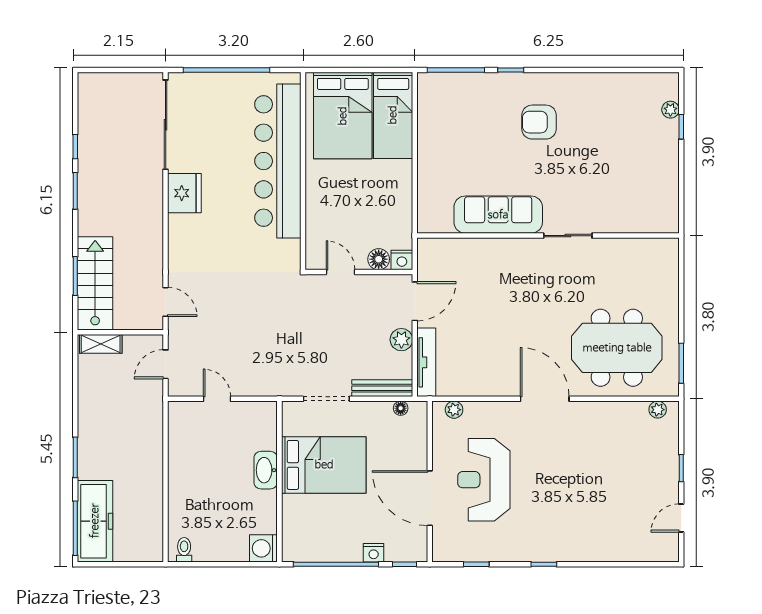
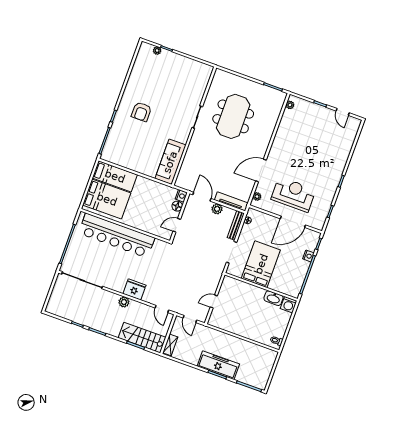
fridge: (184, 193) -> (134, 289), moved
sofa: (498, 215) -> (170, 162), moved
plant: (152, 223) -> (124, 302), added
door: (166, 302) -> (162, 309), swing flipped
meeting table: (617, 348) -> (233, 116), moved
door: (545, 399) -> (261, 170), moved
washbasin: (266, 470) -> (273, 298), moved
reception desk: (484, 480) -> (293, 194), turned 180
freezer: (95, 521) -> (218, 365), moved

